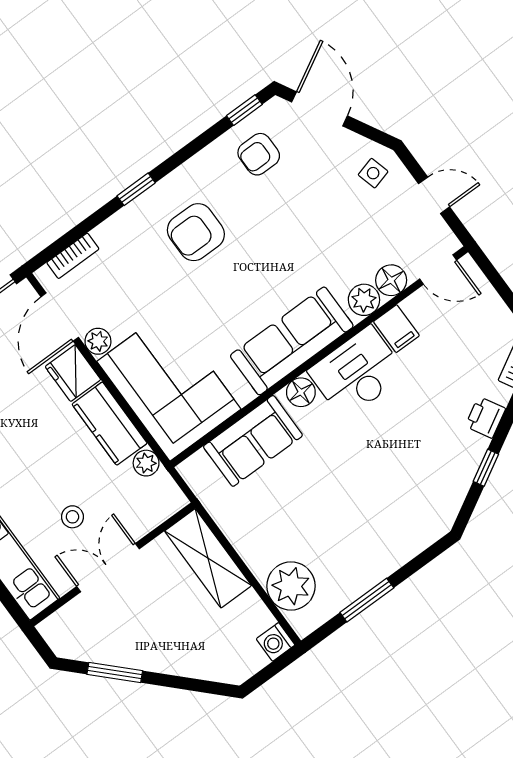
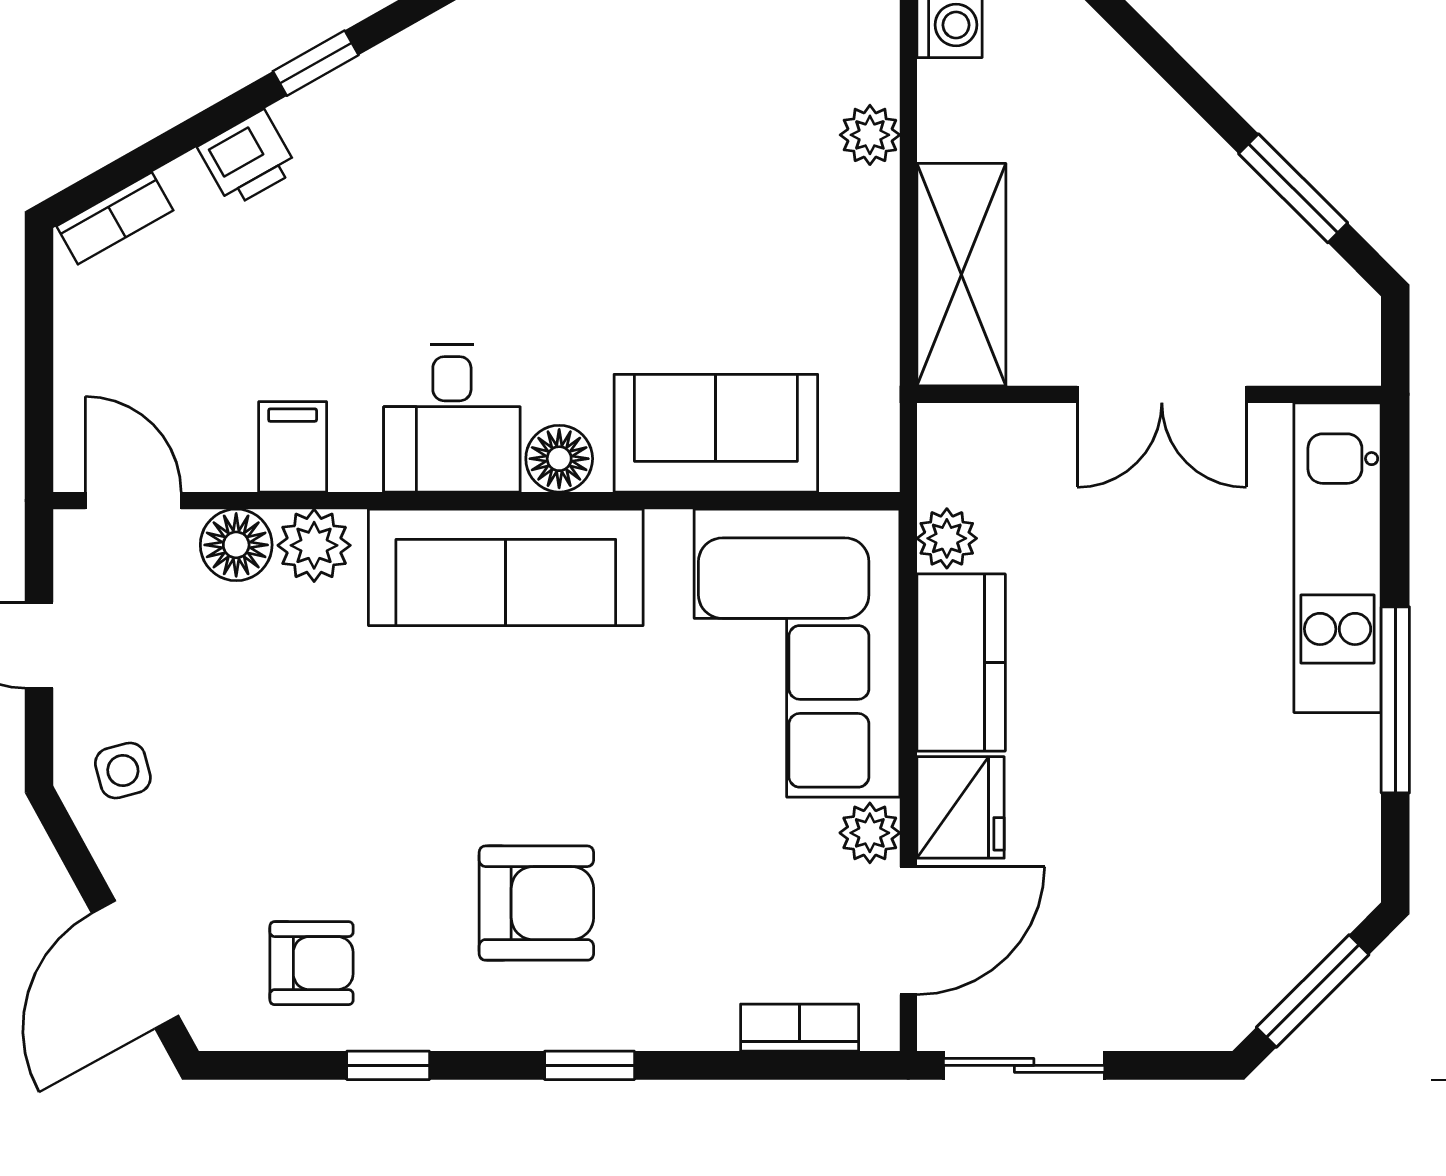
window: (244, 110) -> (388, 1065), moved
desk: (357, 372) -> (452, 418), width x0.73
stool: (72, 517) -> (1159, 539), removed
plant: (291, 586) -> (870, 135), width x0.53, depth x0.53

